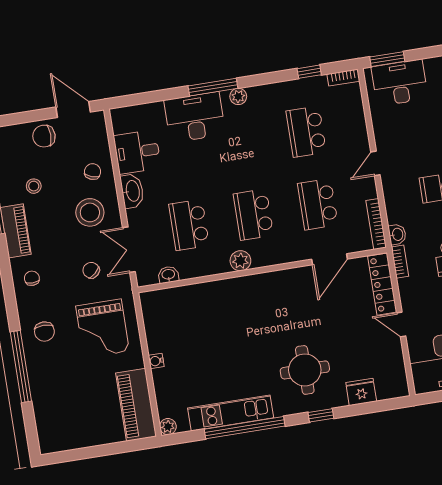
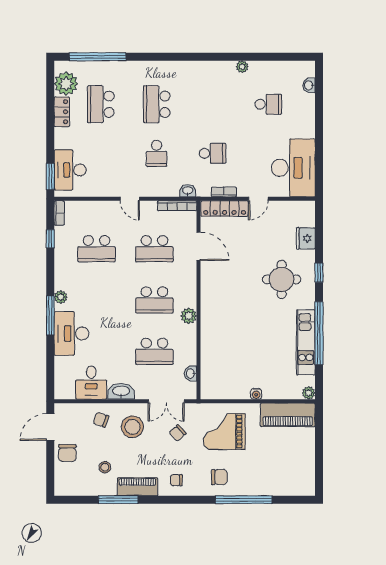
bookcase: (400, 262) -> (224, 192), moved
grand piano: (103, 329) -> (224, 431), turned 180

